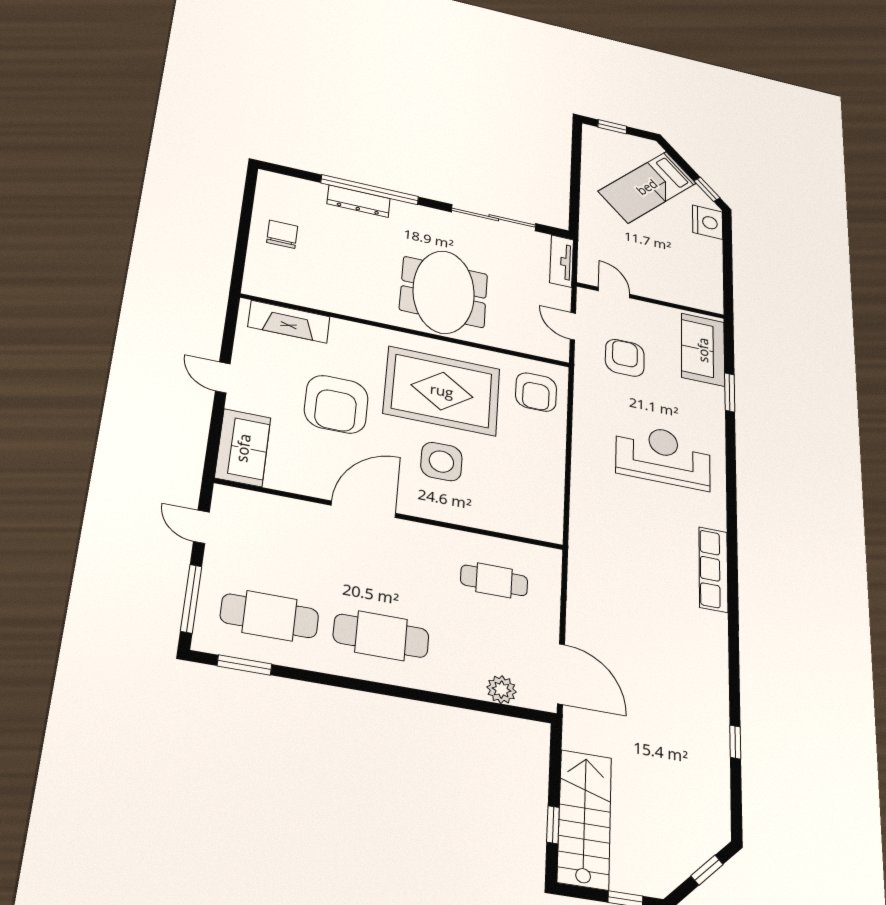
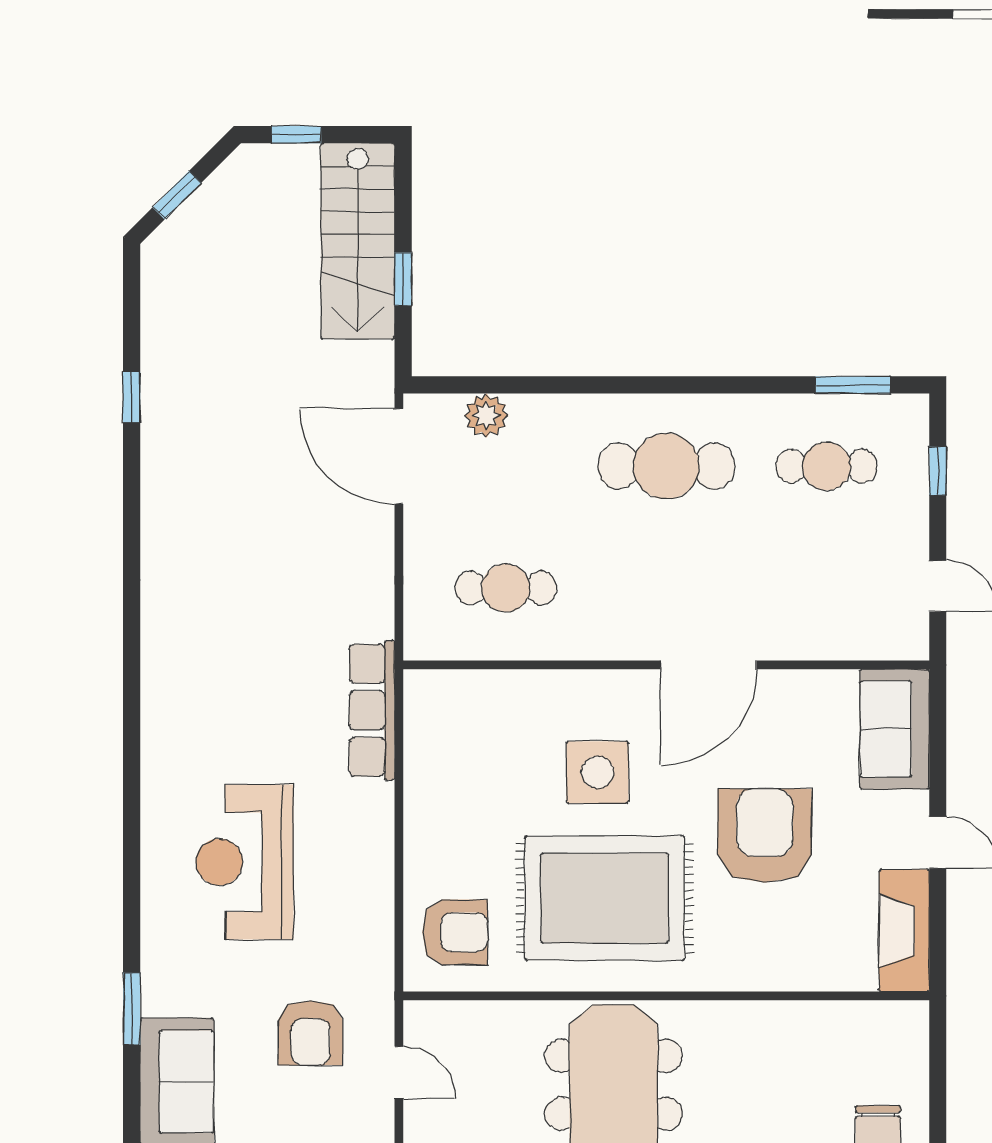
fireplace: (289, 322) -> (904, 931), moved, turned -90
armchair: (536, 392) -> (455, 932), turned 90
reception desk: (663, 456) -> (245, 862), turned 90
row of seats: (713, 569) -> (372, 710), moved, turned 180
window: (191, 599) -> (938, 471), width x0.46
cafe table: (270, 616) -> (827, 466), width x0.73, depth x0.74
window: (553, 825) -> (403, 279), moved

